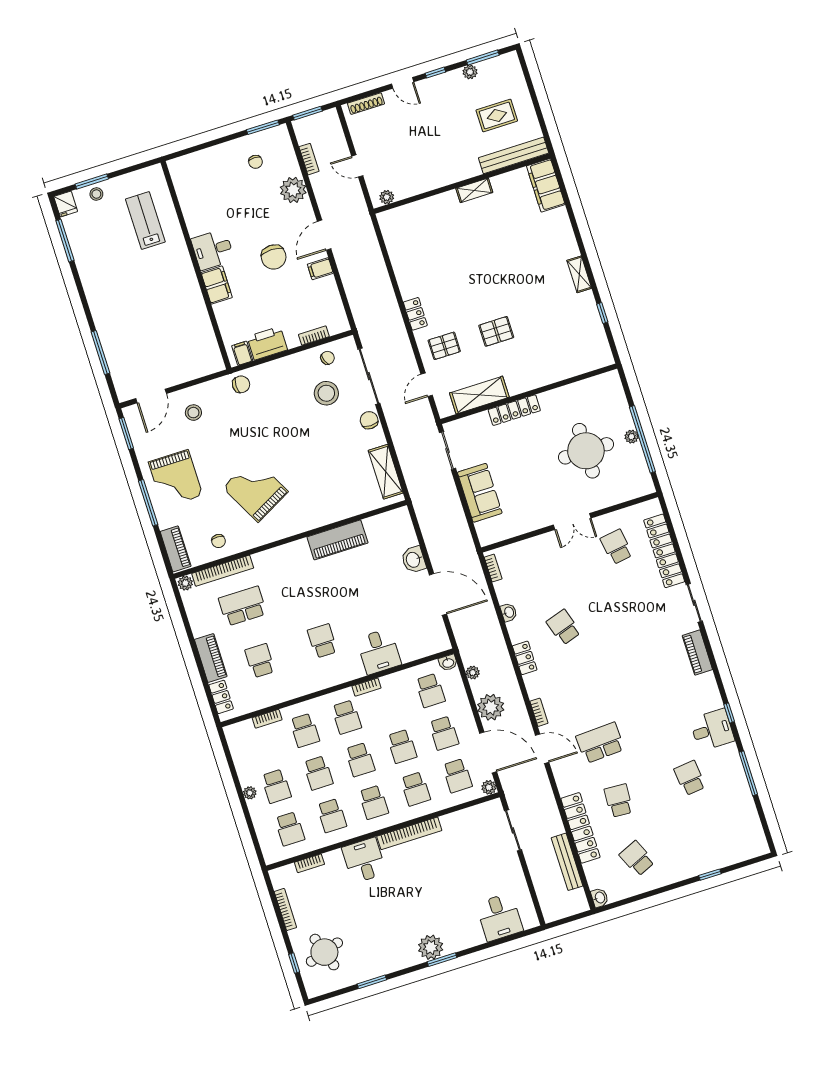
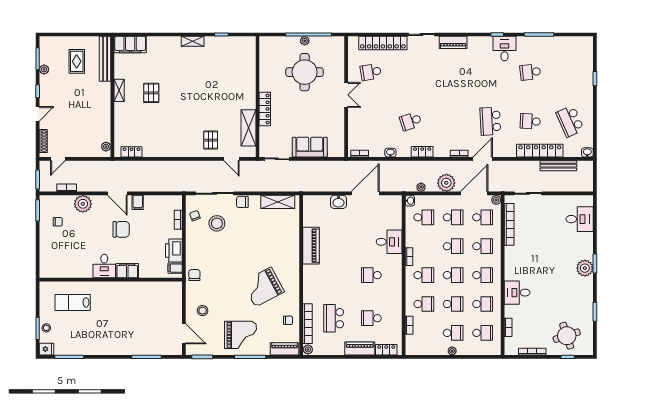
door: (357, 166) -> (58, 159), moved
locker: (415, 314) -> (131, 152), moved
pallet: (496, 331) -> (151, 93), moved
bookcase: (409, 833) -> (509, 224), moved
school desk: (637, 858) -> (570, 121), width x1.85

